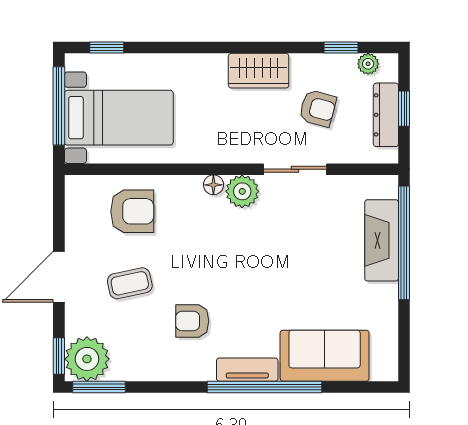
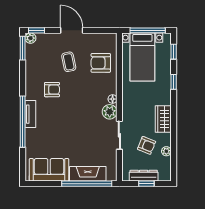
window: (341, 48) -> (174, 82), moved
plant: (368, 64) -> (166, 151), moved
armchair: (318, 108) -> (147, 145), turned -83
armchair: (132, 211) -> (101, 63), turned 90
armchair: (192, 321) -> (52, 90), turned 90
sofa: (325, 356) -> (49, 170), moved, turned -90
plant: (87, 359) -> (30, 38), width x0.53, depth x0.53

